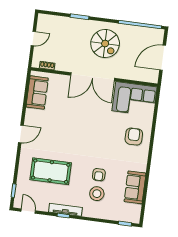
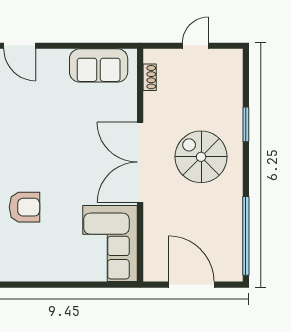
door: (33, 39) -> (195, 46), swing flipped
spiral stairs: (105, 44) -> (201, 157), moved, turned 90
armchair: (134, 137) -> (24, 207), moved

